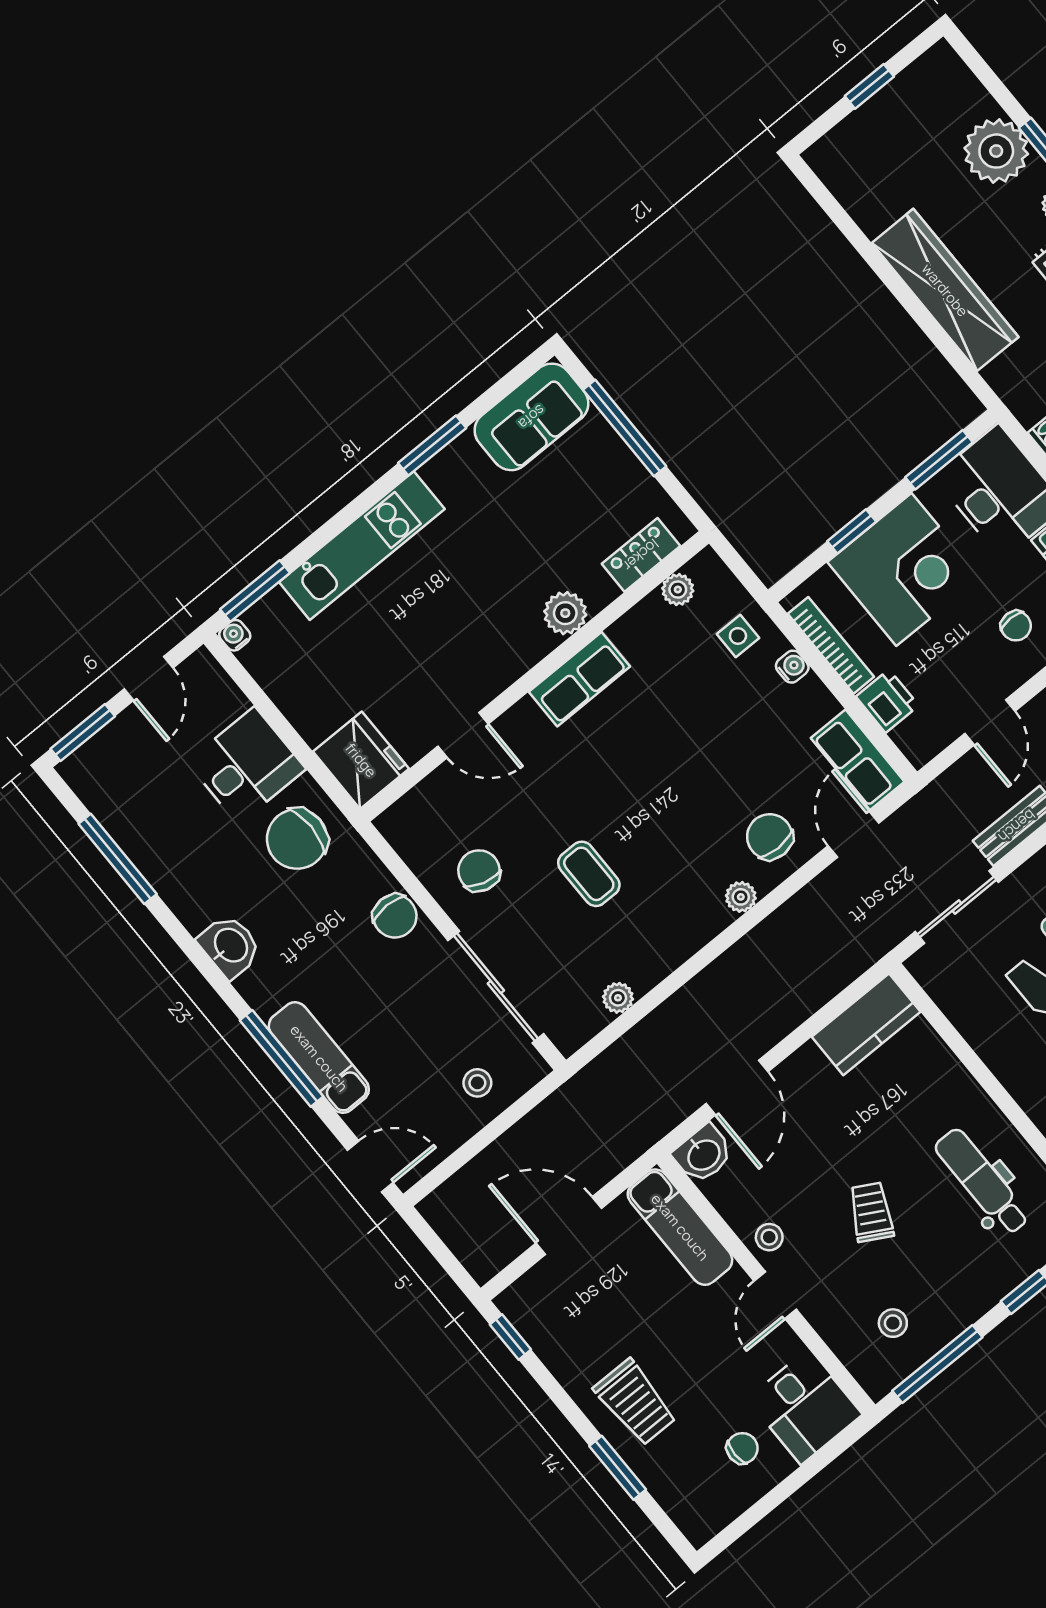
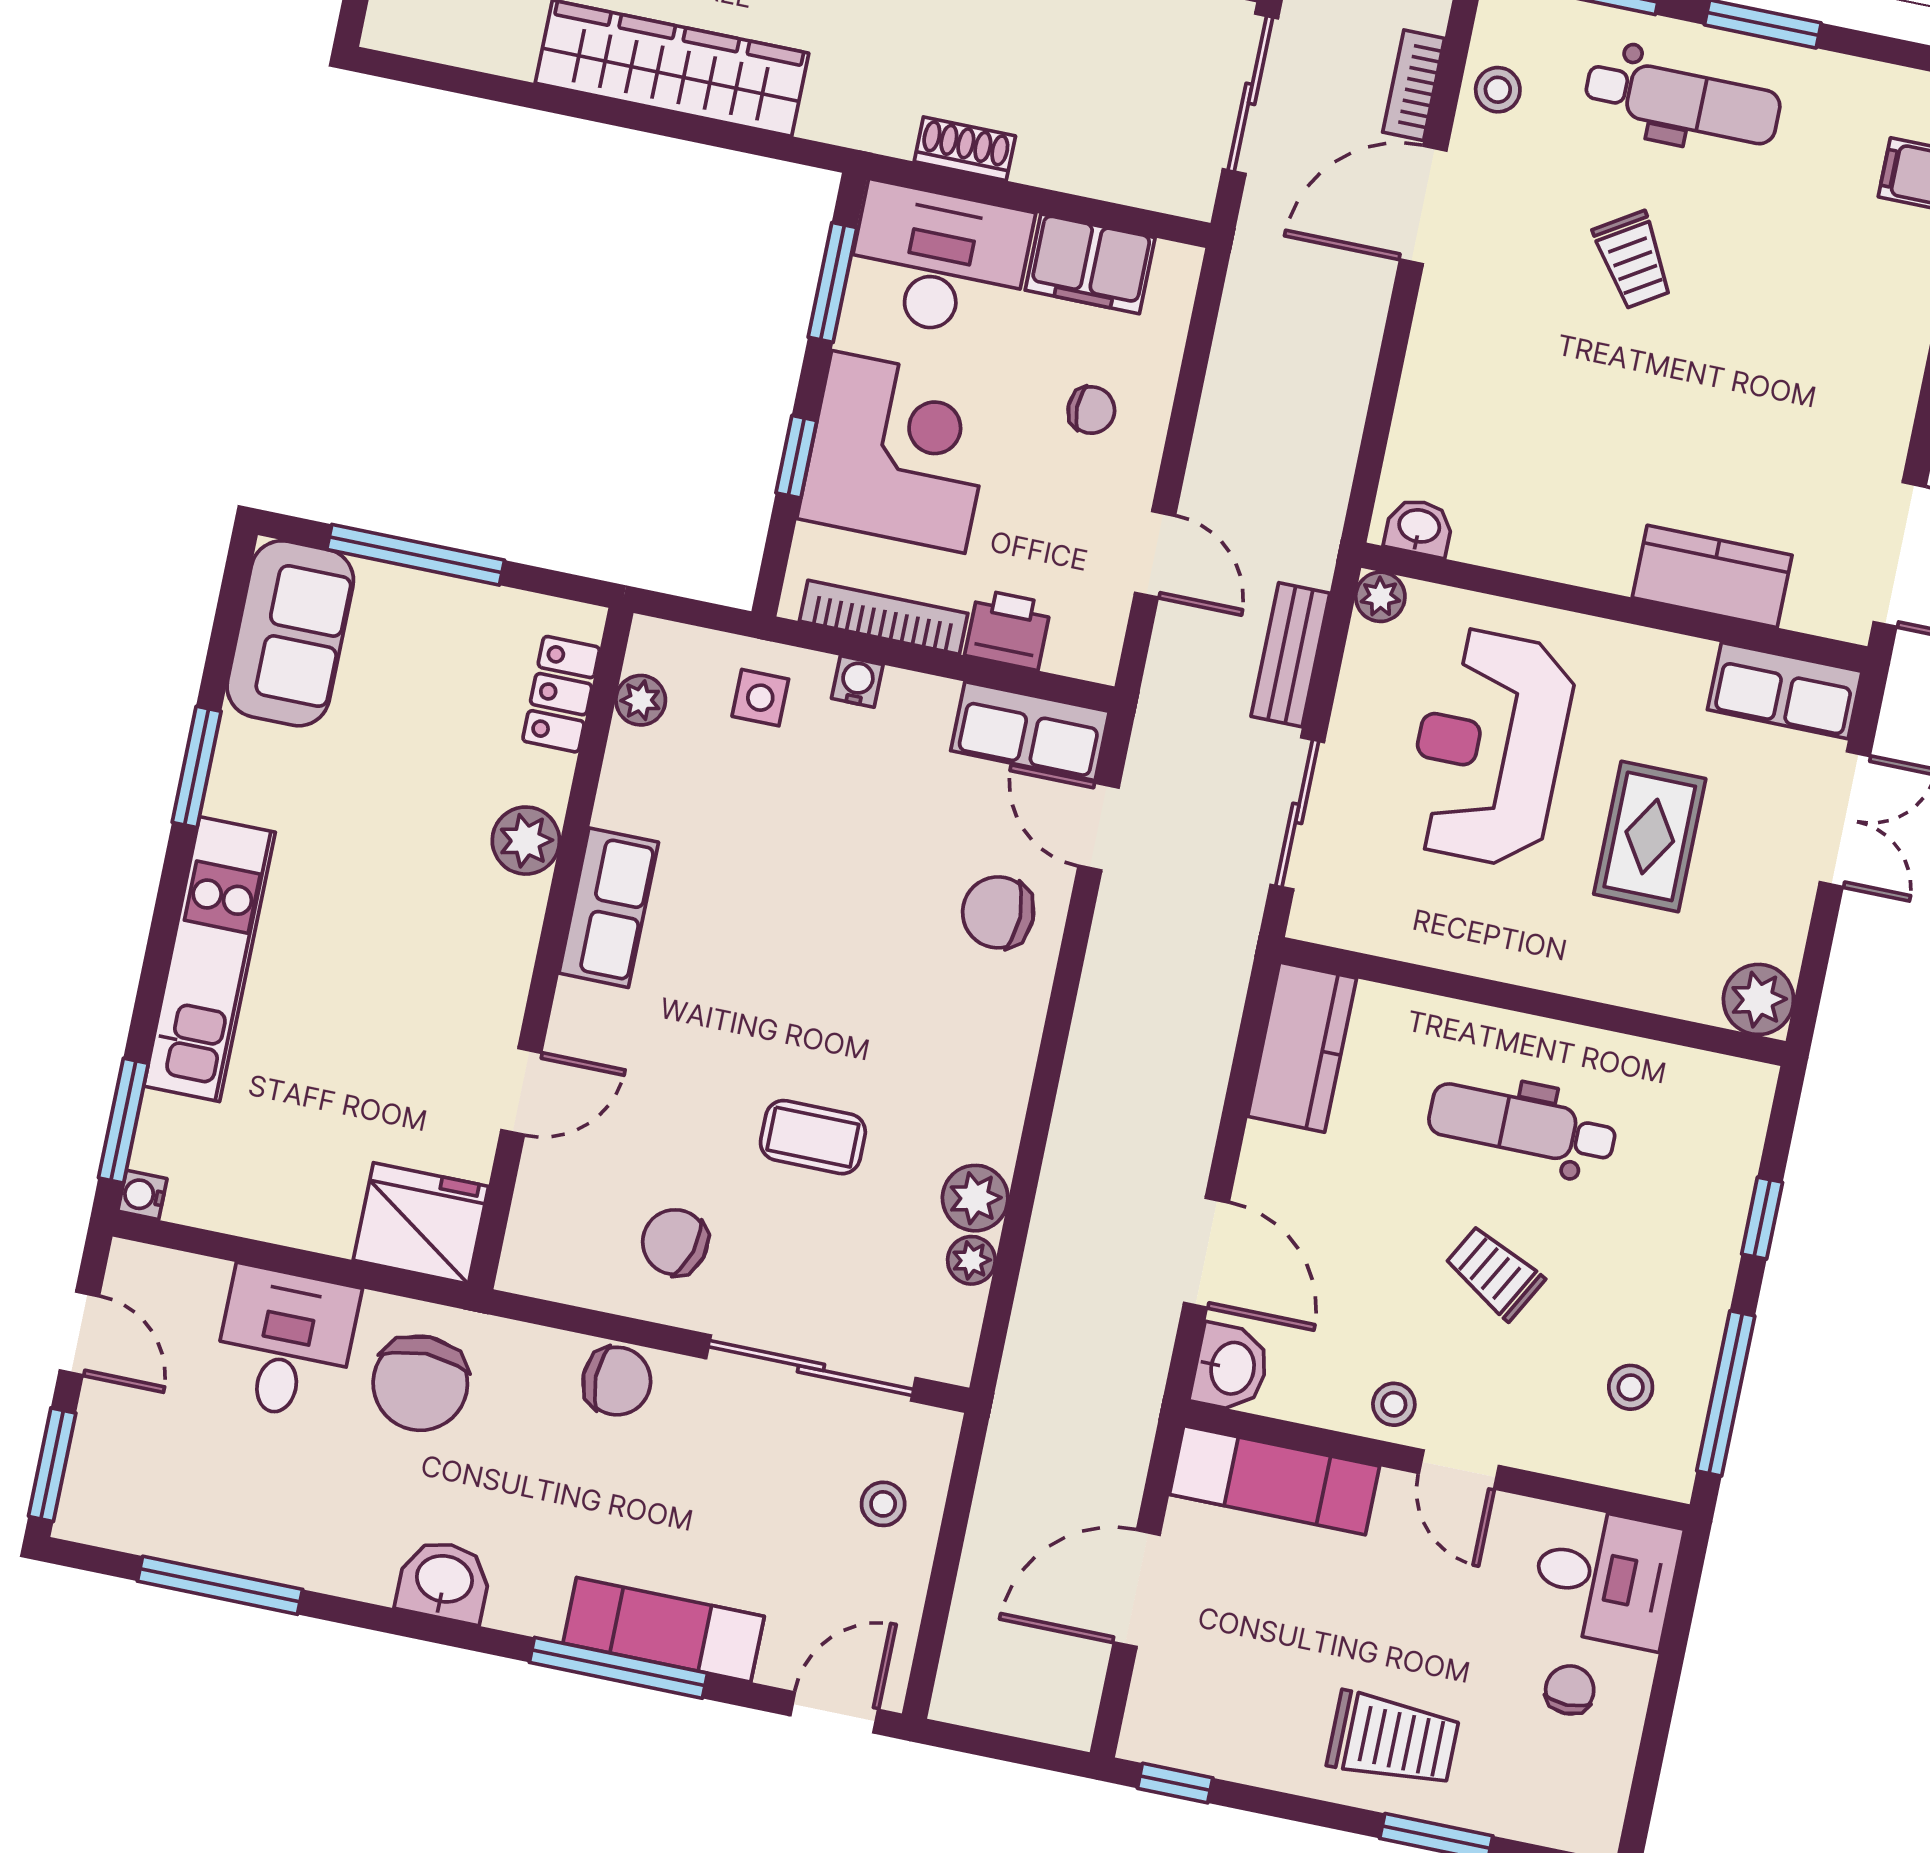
plant: (741, 897) -> (975, 1198), moved, width x1.38, depth x1.38
dental chair: (982, 1182) -> (1522, 1125), moved

